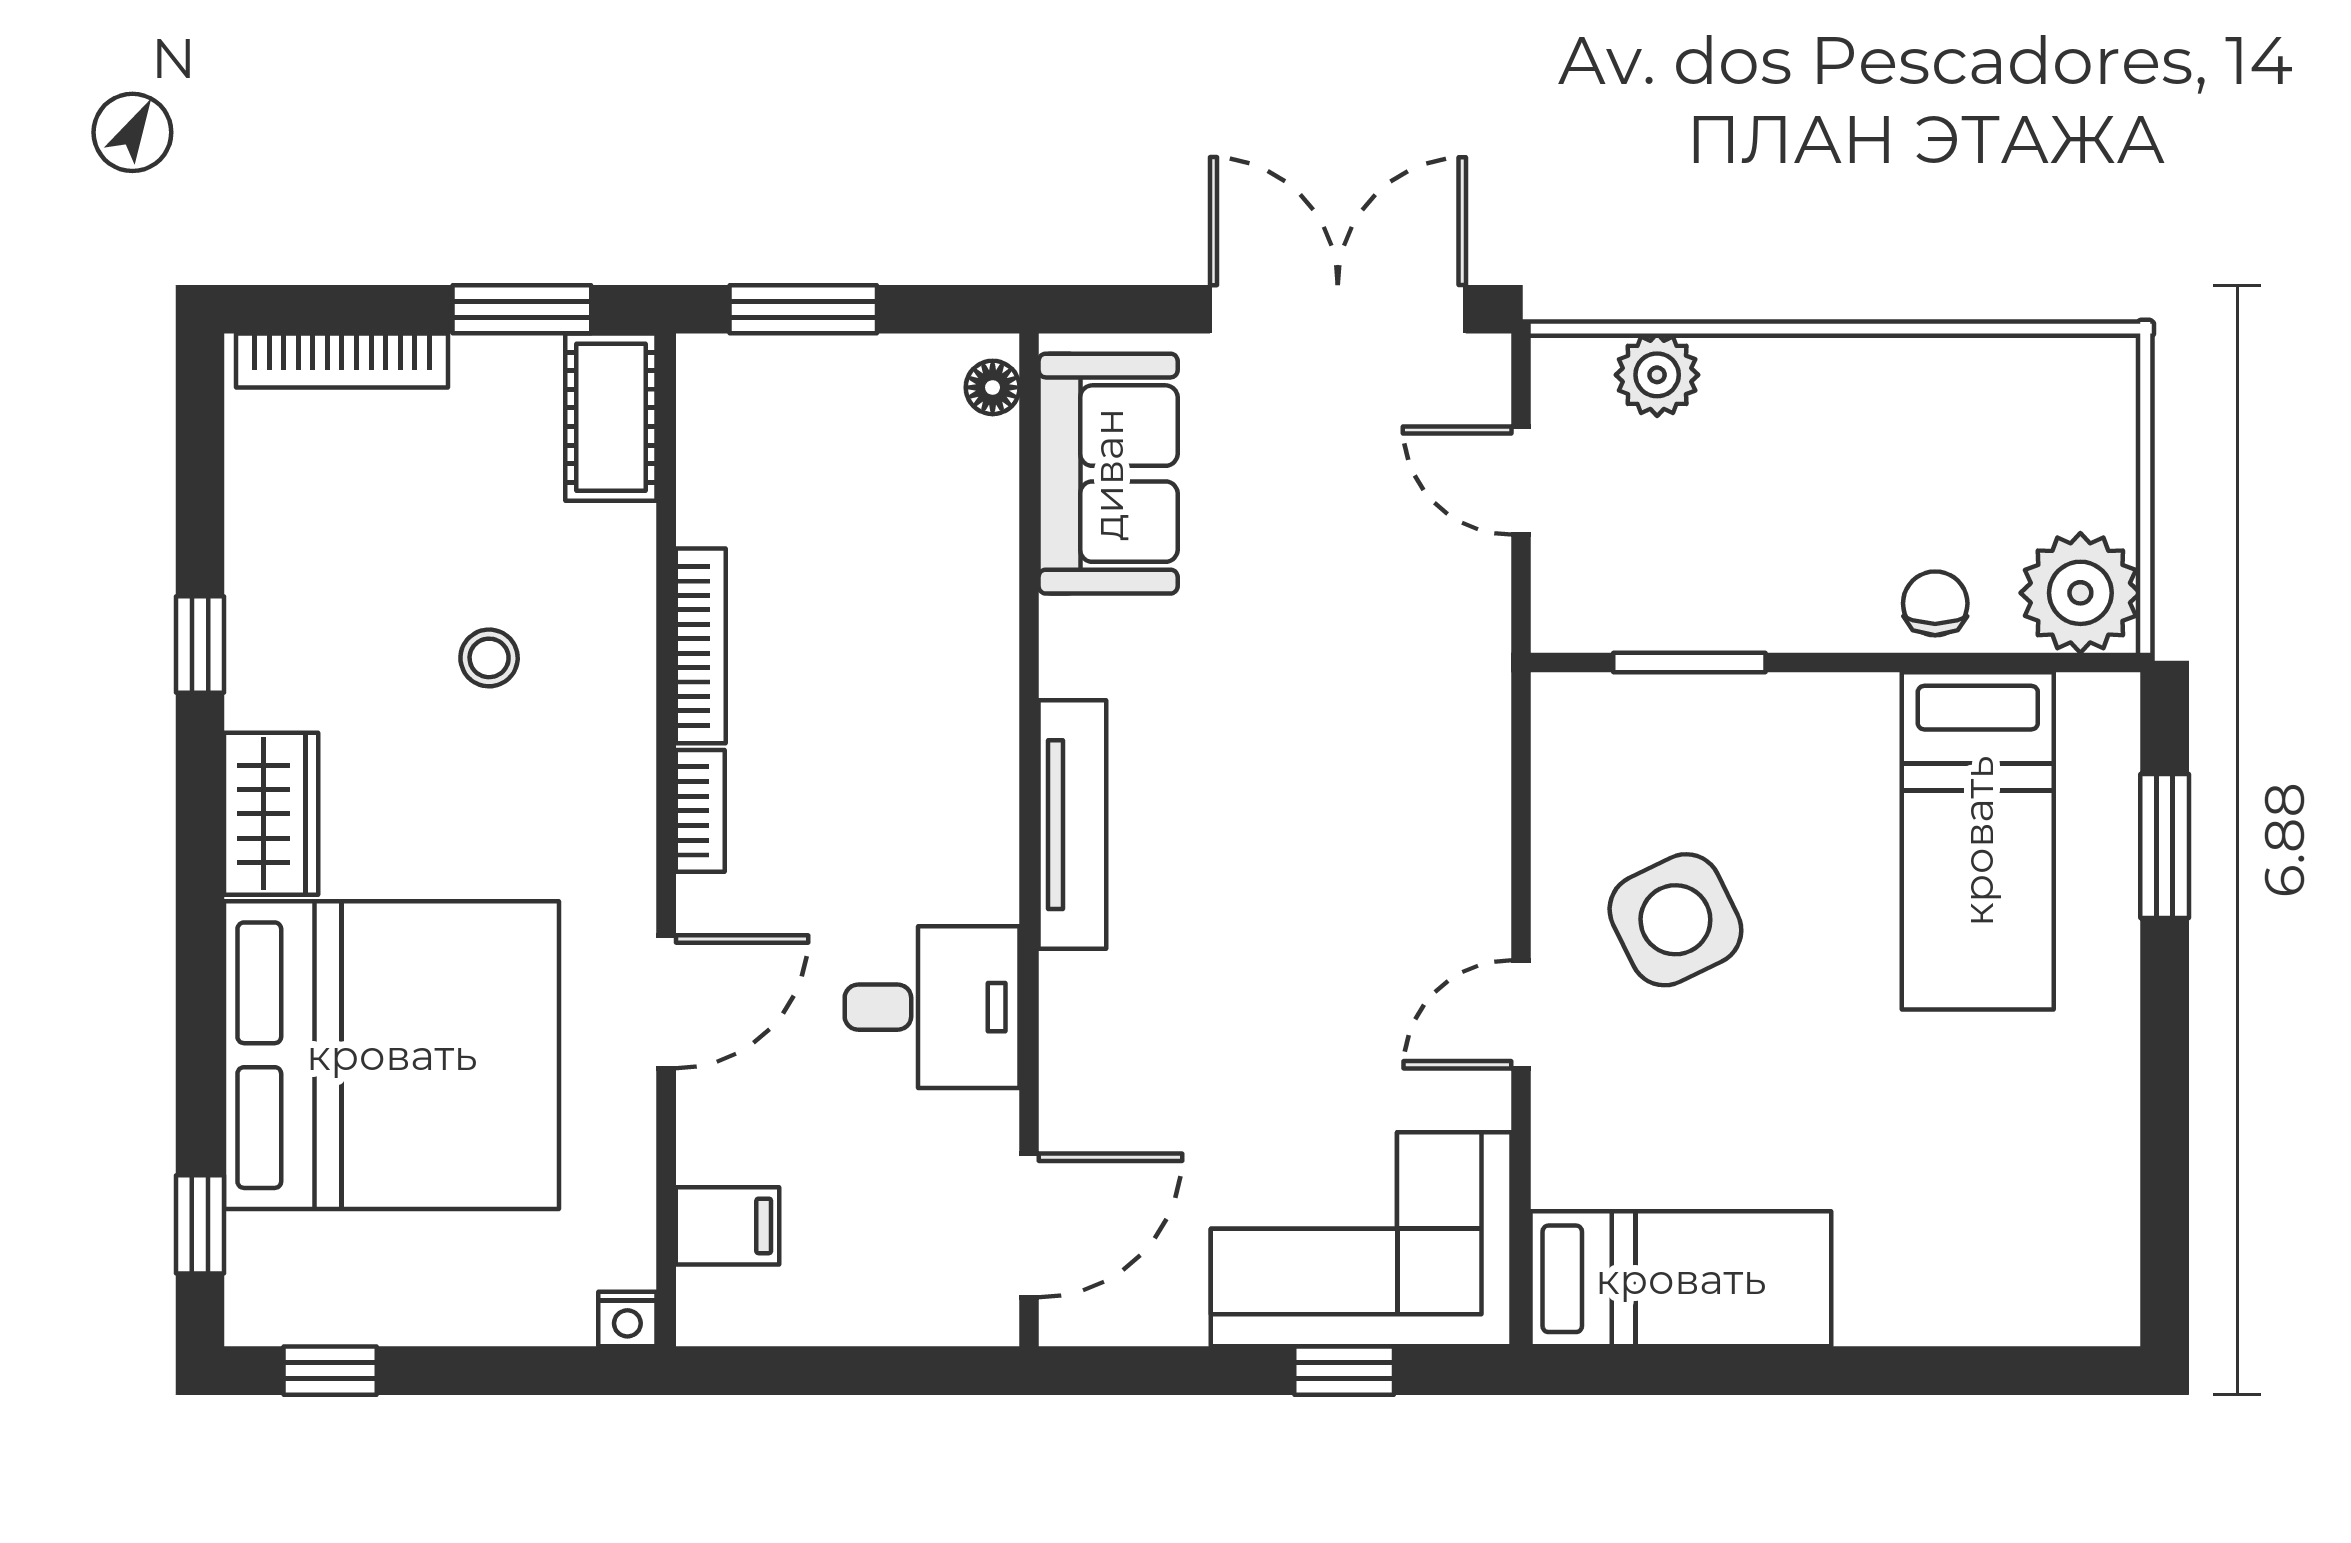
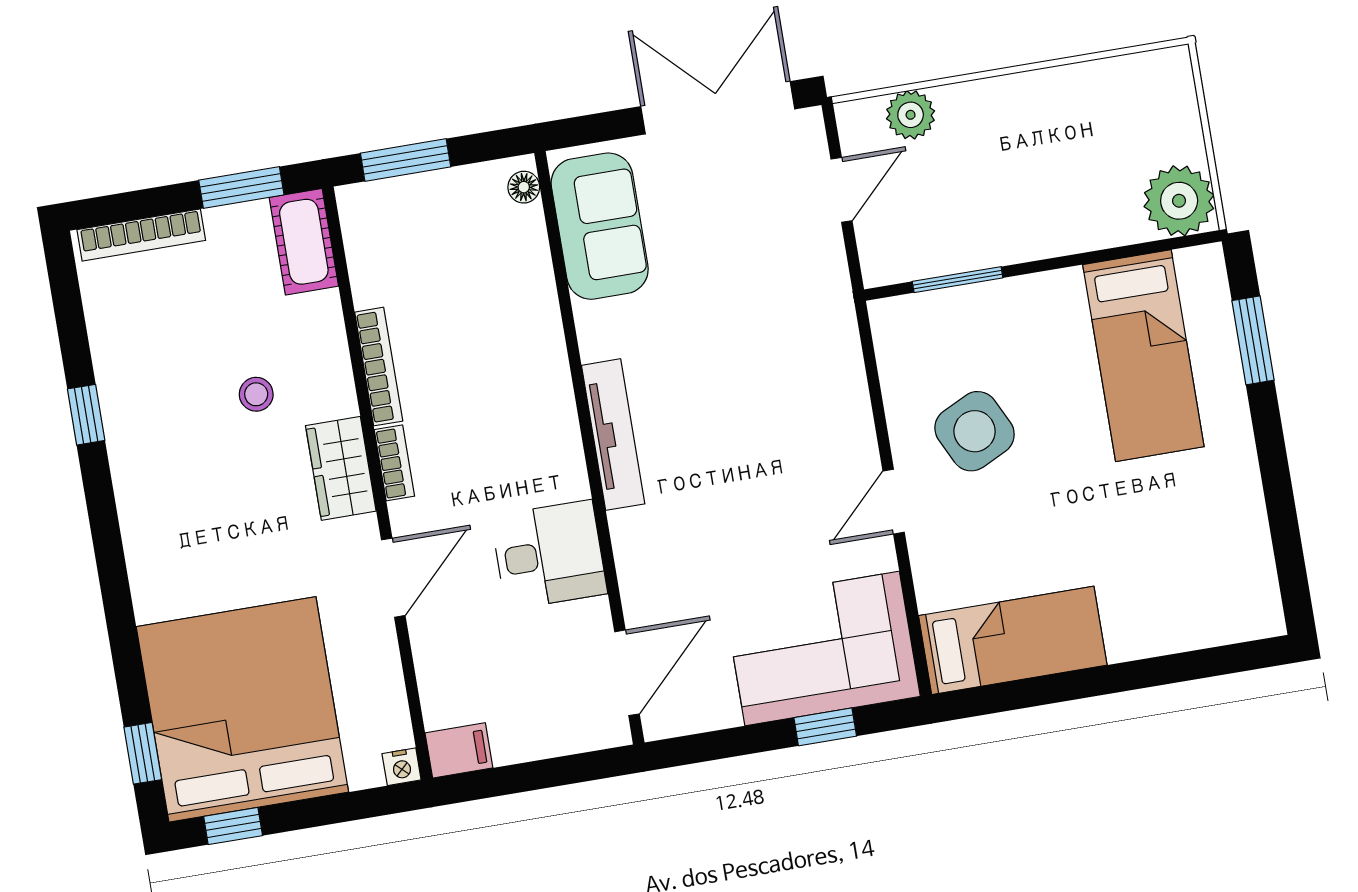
door: (1521, 481) -> (841, 190), swing flipped
chair: (1935, 603) -> (1095, 221), removed
wardrobe: (271, 814) -> (341, 468), moved, turned 180
bed: (392, 1055) -> (242, 709), moved, turned -90
filing cabinet: (728, 1226) -> (459, 750), moved

